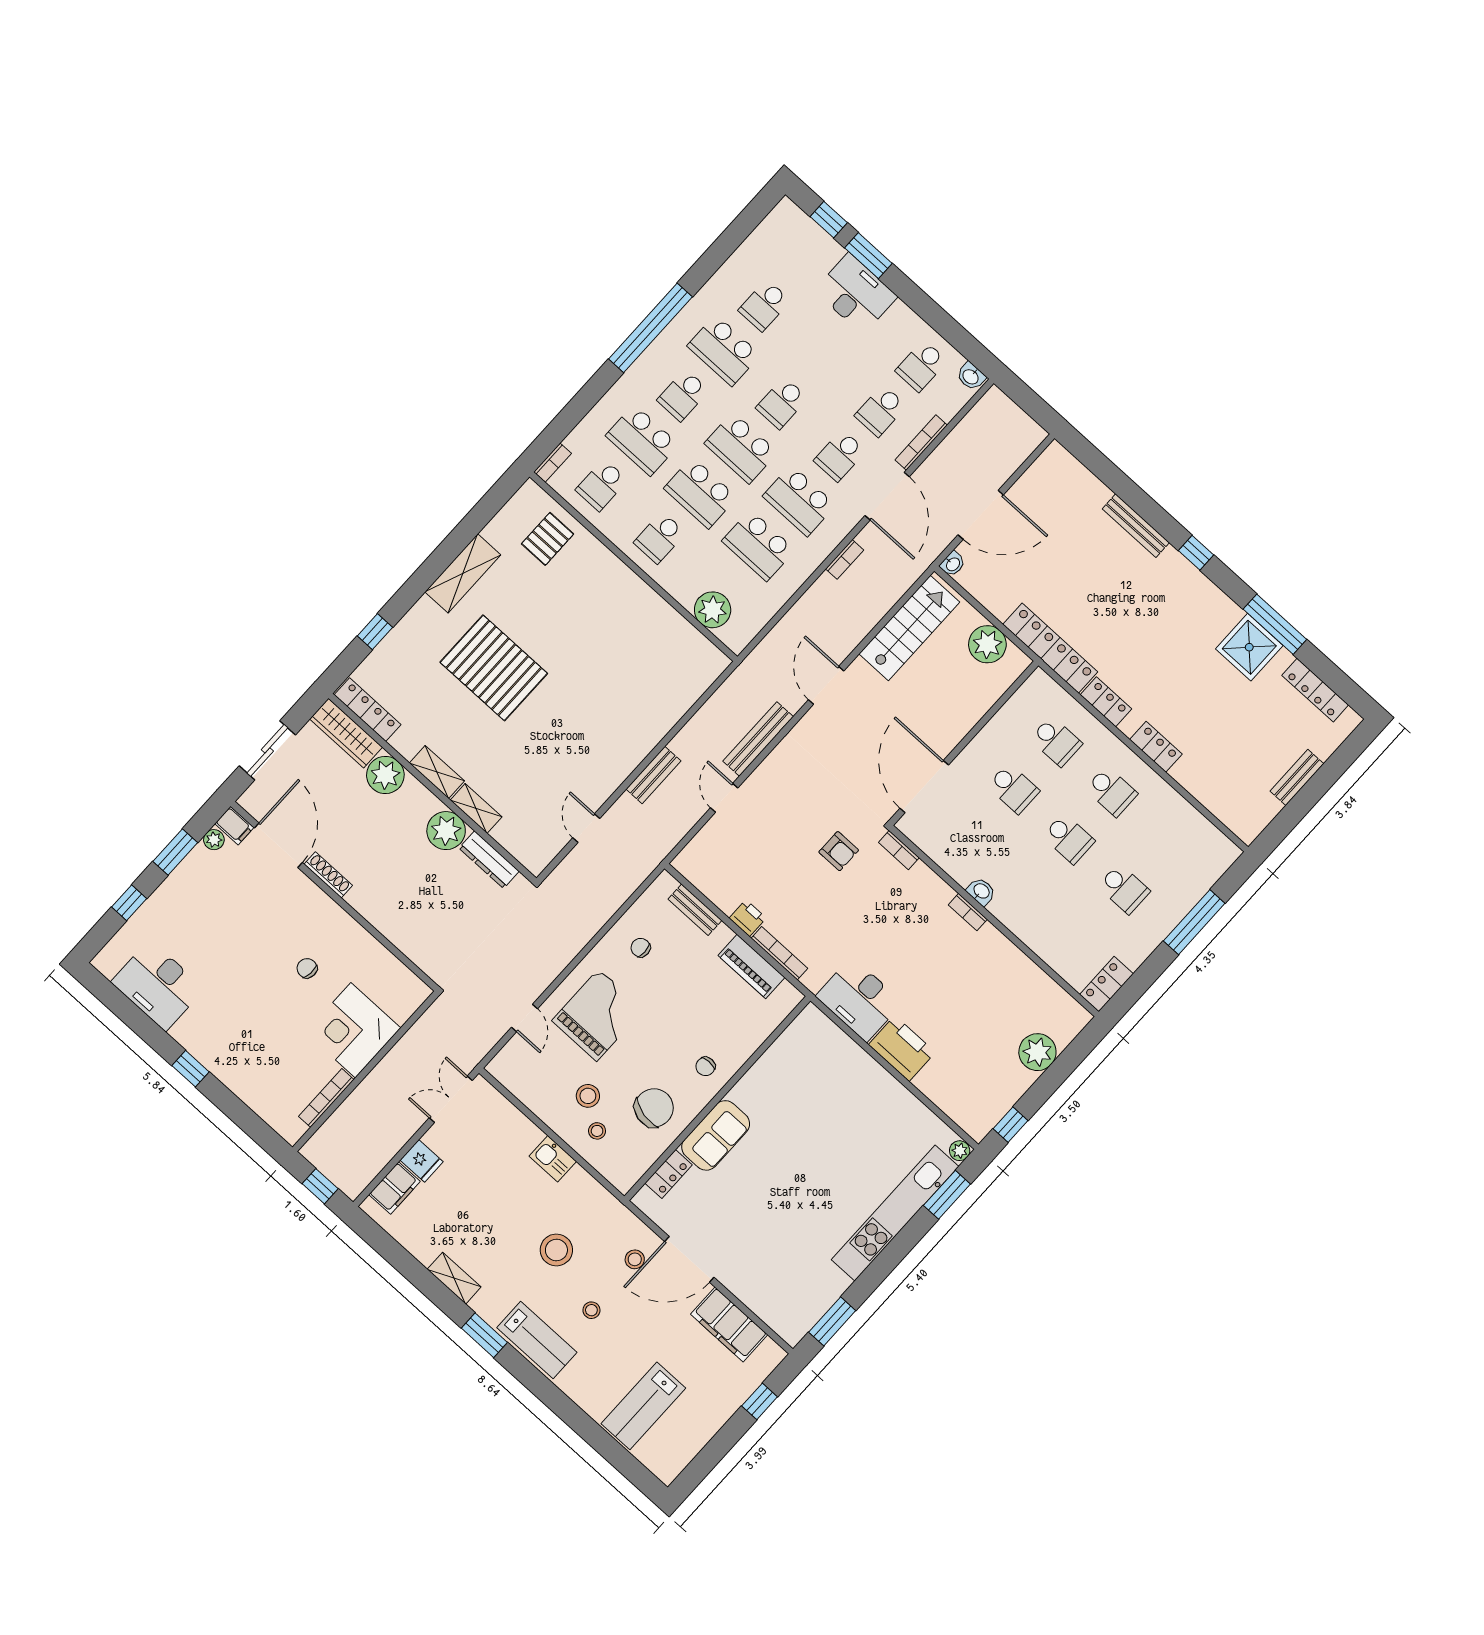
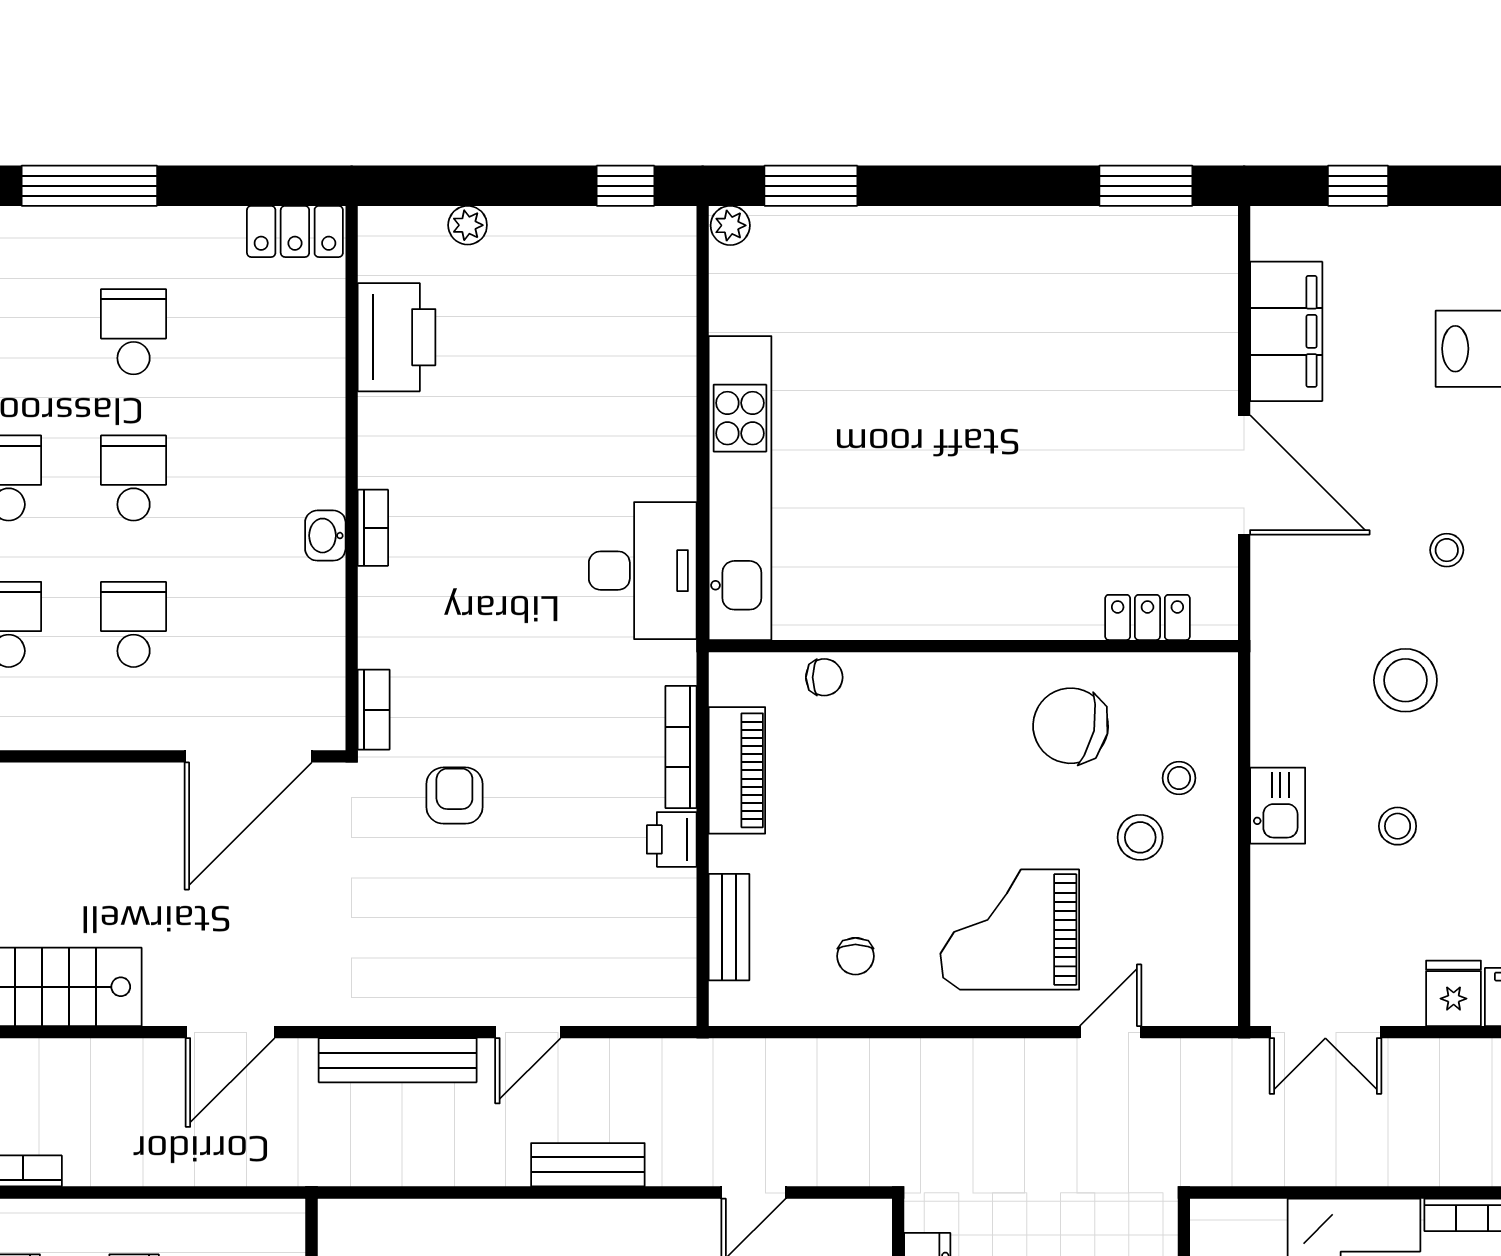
printer: (902, 1048) -> (397, 337), moved, turned 180
plant: (1037, 1052) -> (468, 225), width x0.53, depth x0.53
chair: (705, 1066) -> (824, 677), moved
sofa: (716, 1135) -> (1029, 600), removed
kitchen unit: (895, 1213) -> (740, 488), moved, turned -90
stool: (635, 1259) -> (1398, 826), moved

